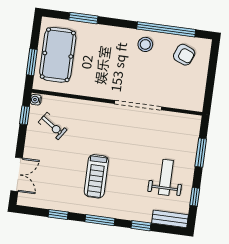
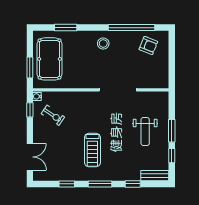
stool: (145, 44) -> (103, 43), moved
window: (201, 153) -> (172, 131), moved
weight bench: (166, 177) -> (145, 131), moved, turned 180

